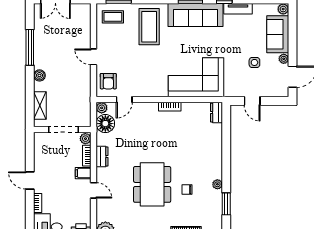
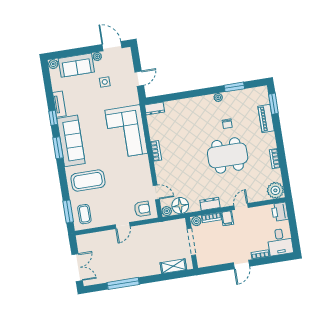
boiler: (39, 75) -> (147, 271), removed

